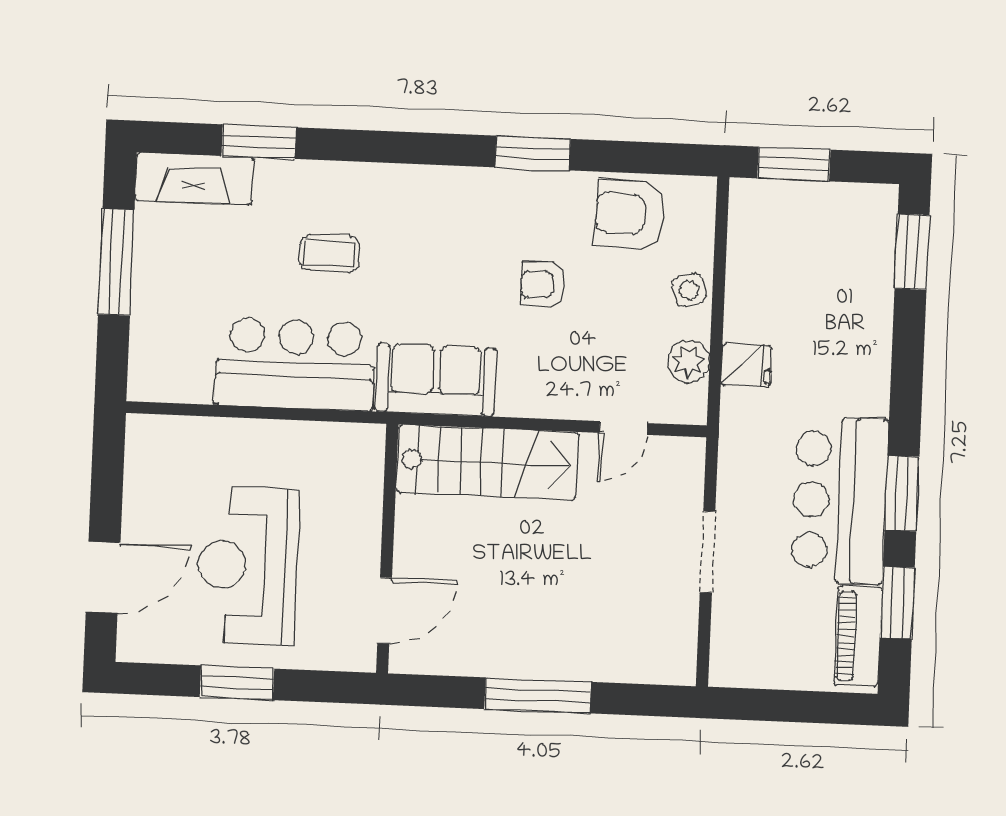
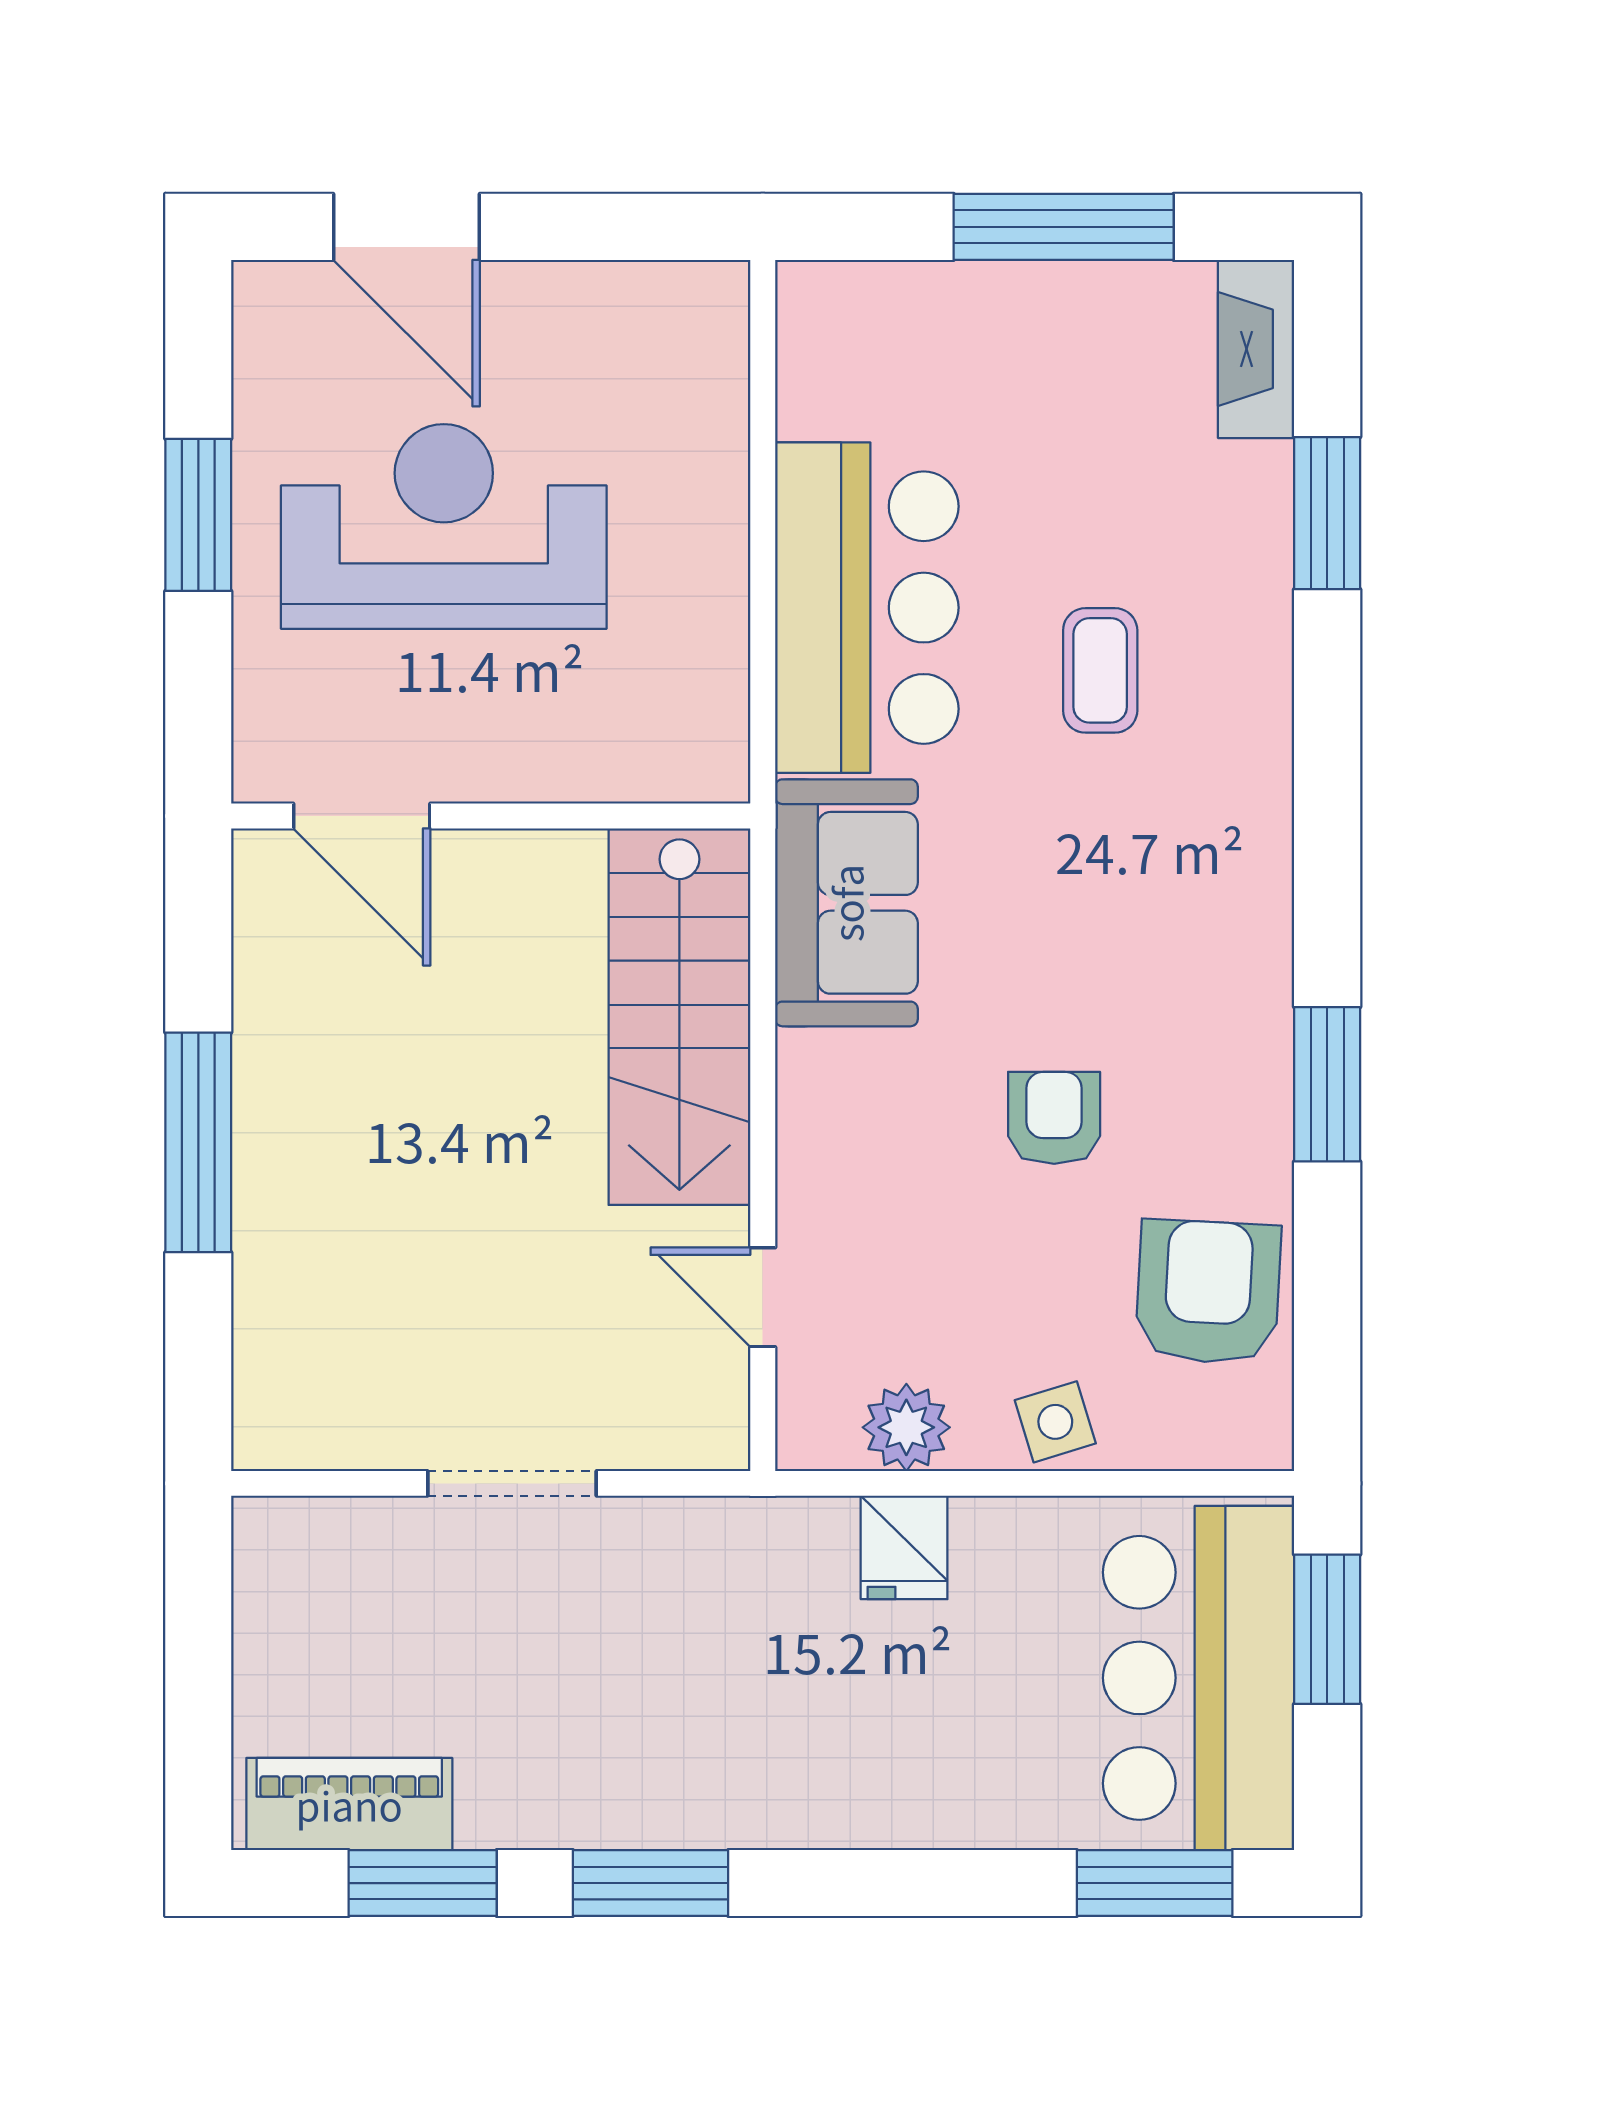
fireplace: (194, 179) -> (1256, 349), width x0.73, depth x0.76
bar counter: (840, 500) -> (1198, 1678), moved, turned -90

